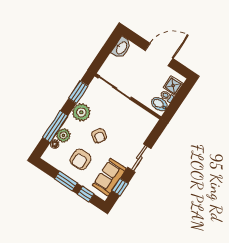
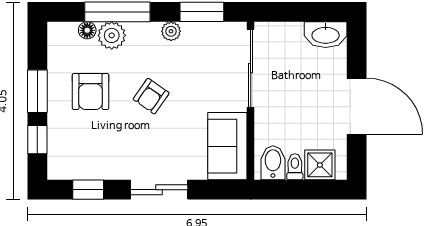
plant: (81, 112) -> (171, 31), width x0.53, depth x0.53
armchair: (81, 159) -> (91, 92), turned -90
sofa: (109, 177) -> (227, 146), moved, turned -90

